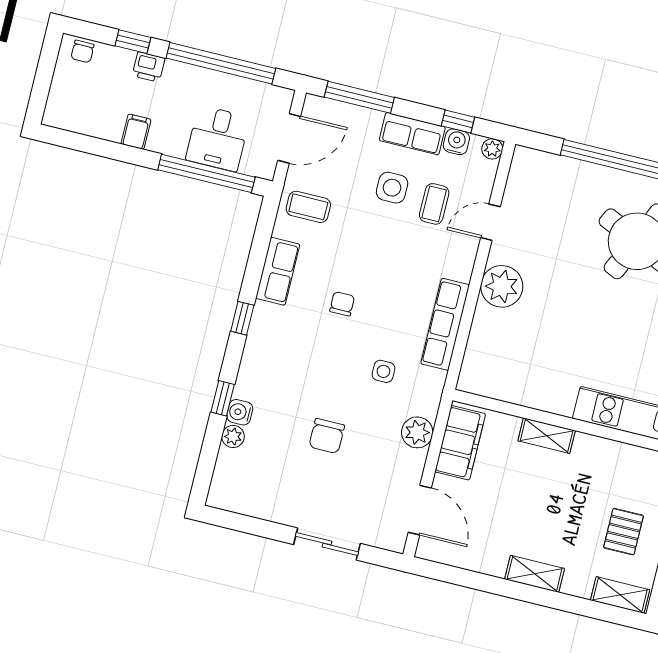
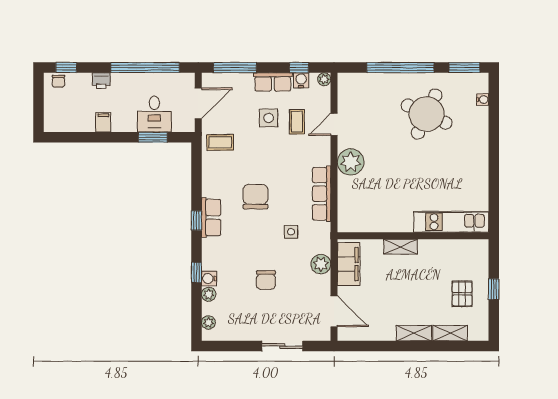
window: (133, 42) -> (66, 68), moved
window: (206, 173) -> (153, 137), width x0.47
row of seats: (278, 271) -> (211, 218), moved
chair: (342, 304) -> (255, 197), width x1.87, depth x1.87
plant: (222, 480) -> (208, 322), added
shelving: (620, 595) -> (450, 333), moved

